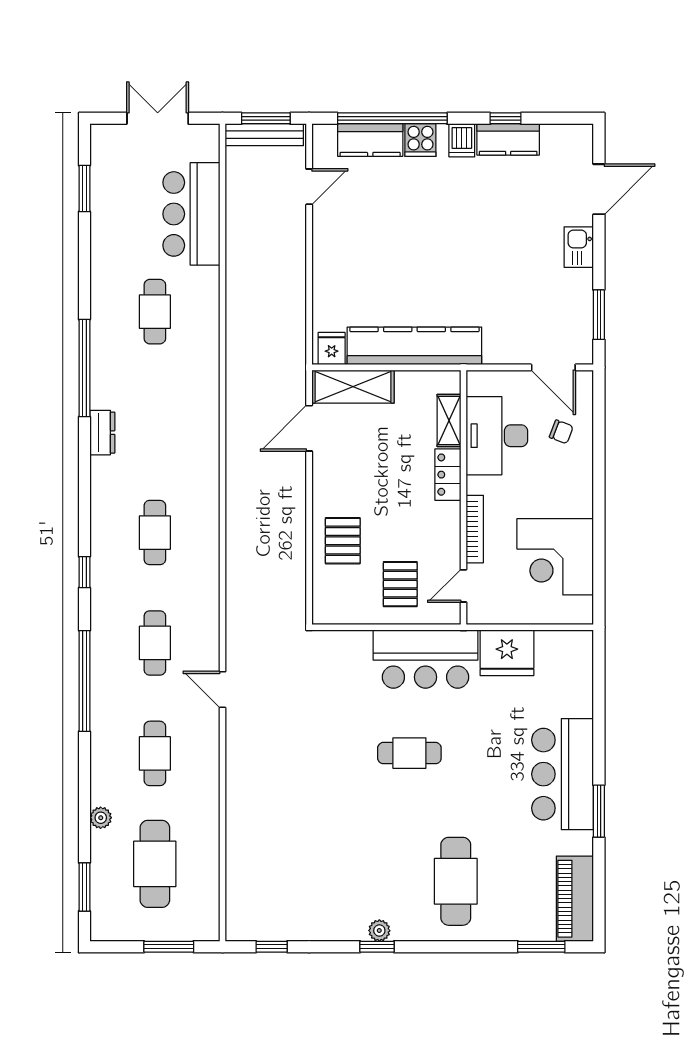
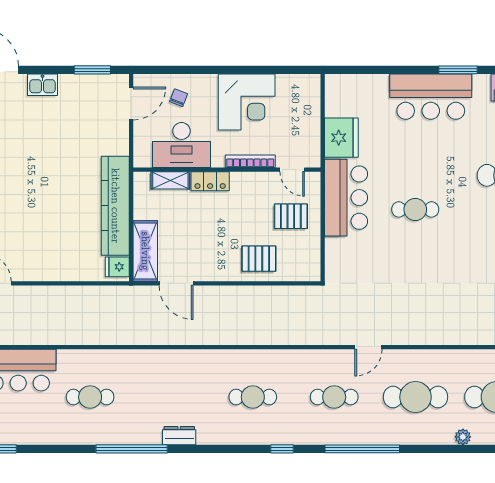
corner desk: (555, 557) -> (247, 102), moved
cafe table: (155, 753) -> (416, 397), width x1.37, depth x1.35
cafe table: (409, 753) -> (415, 209), turned 90

